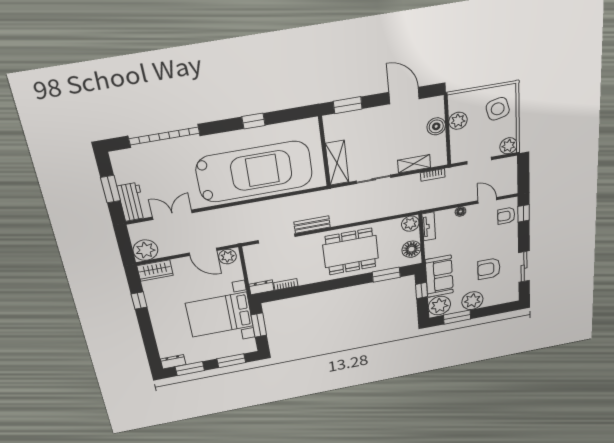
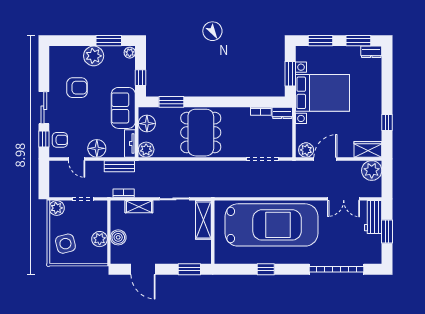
car: (255, 172) -> (271, 225), turned 180
floor lamp: (460, 212) -> (97, 148), width x1.89, depth x1.89
bench: (312, 225) -> (119, 166), moved
door: (203, 252) -> (325, 159), hinge flipped
dining table: (351, 252) -> (201, 133), turned 90
sliding door: (524, 267) -> (44, 108), moved
sofa: (439, 276) -> (123, 108), moved
plant: (439, 306) -> (130, 53), width x0.53, depth x0.53

